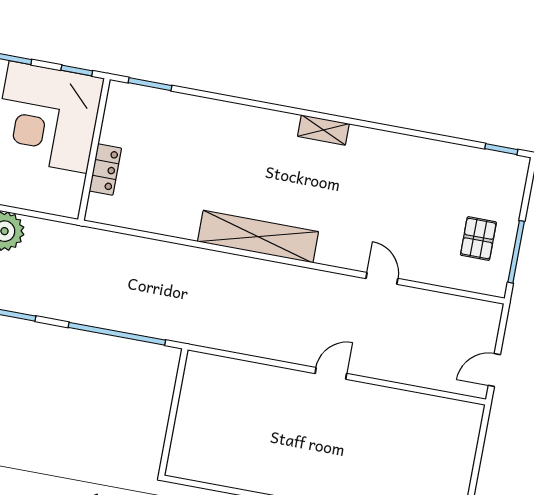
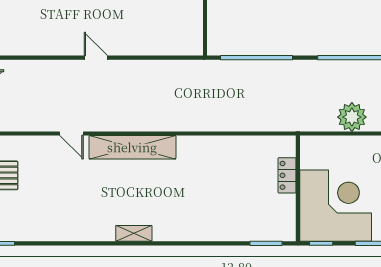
shelving: (258, 237) -> (132, 147), moved
door: (331, 373) -> (96, 58), swing flipped

